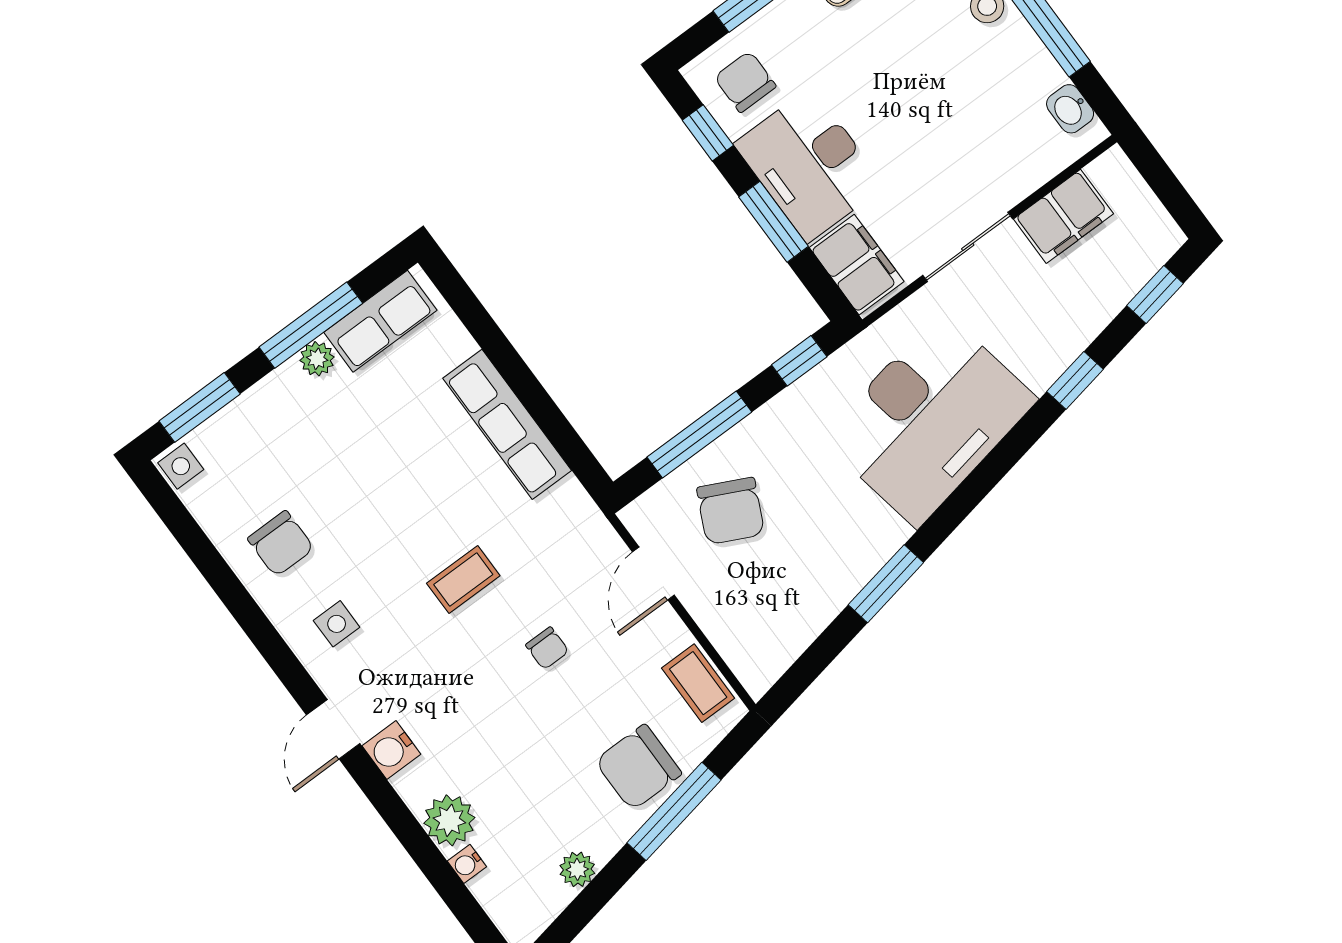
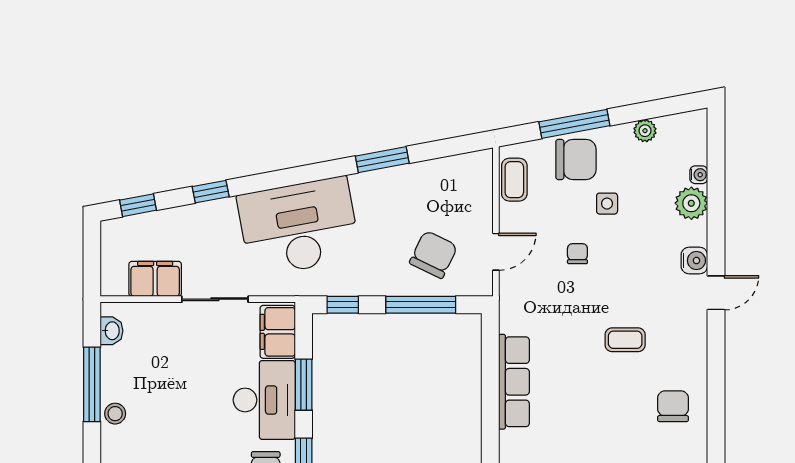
coffee table: (463, 579) -> (625, 340), moved
side table: (337, 624) -> (607, 204), moved

